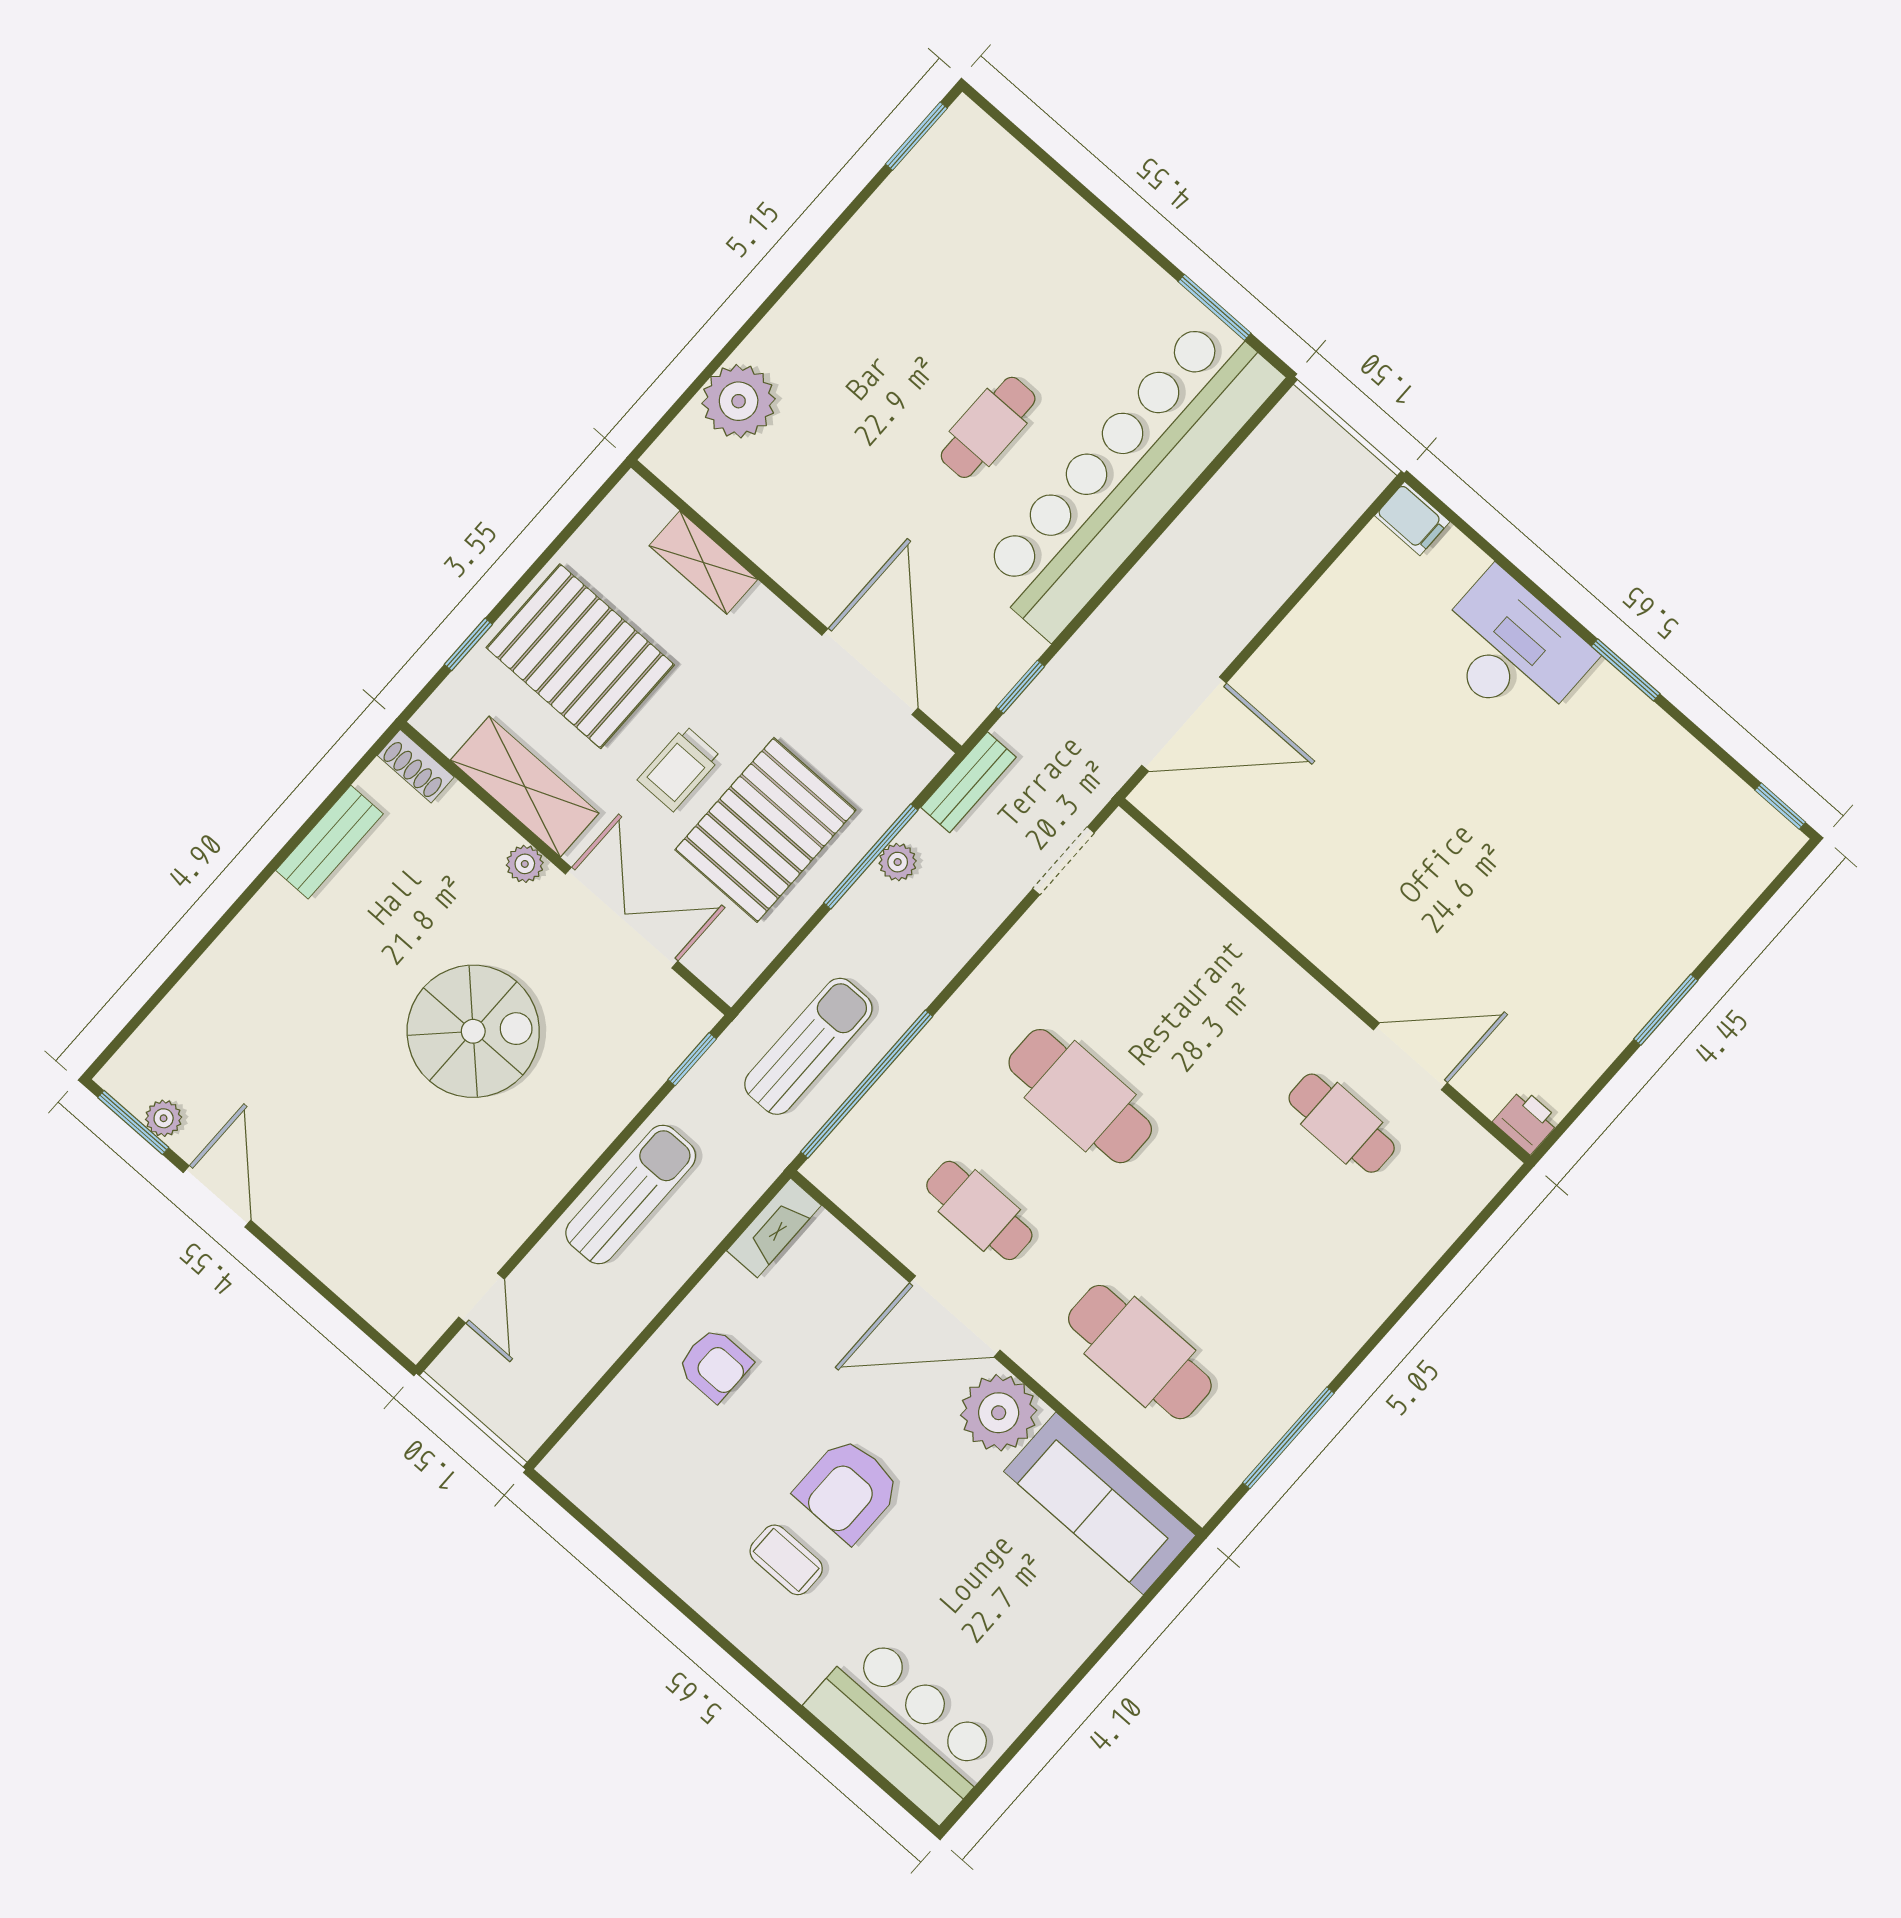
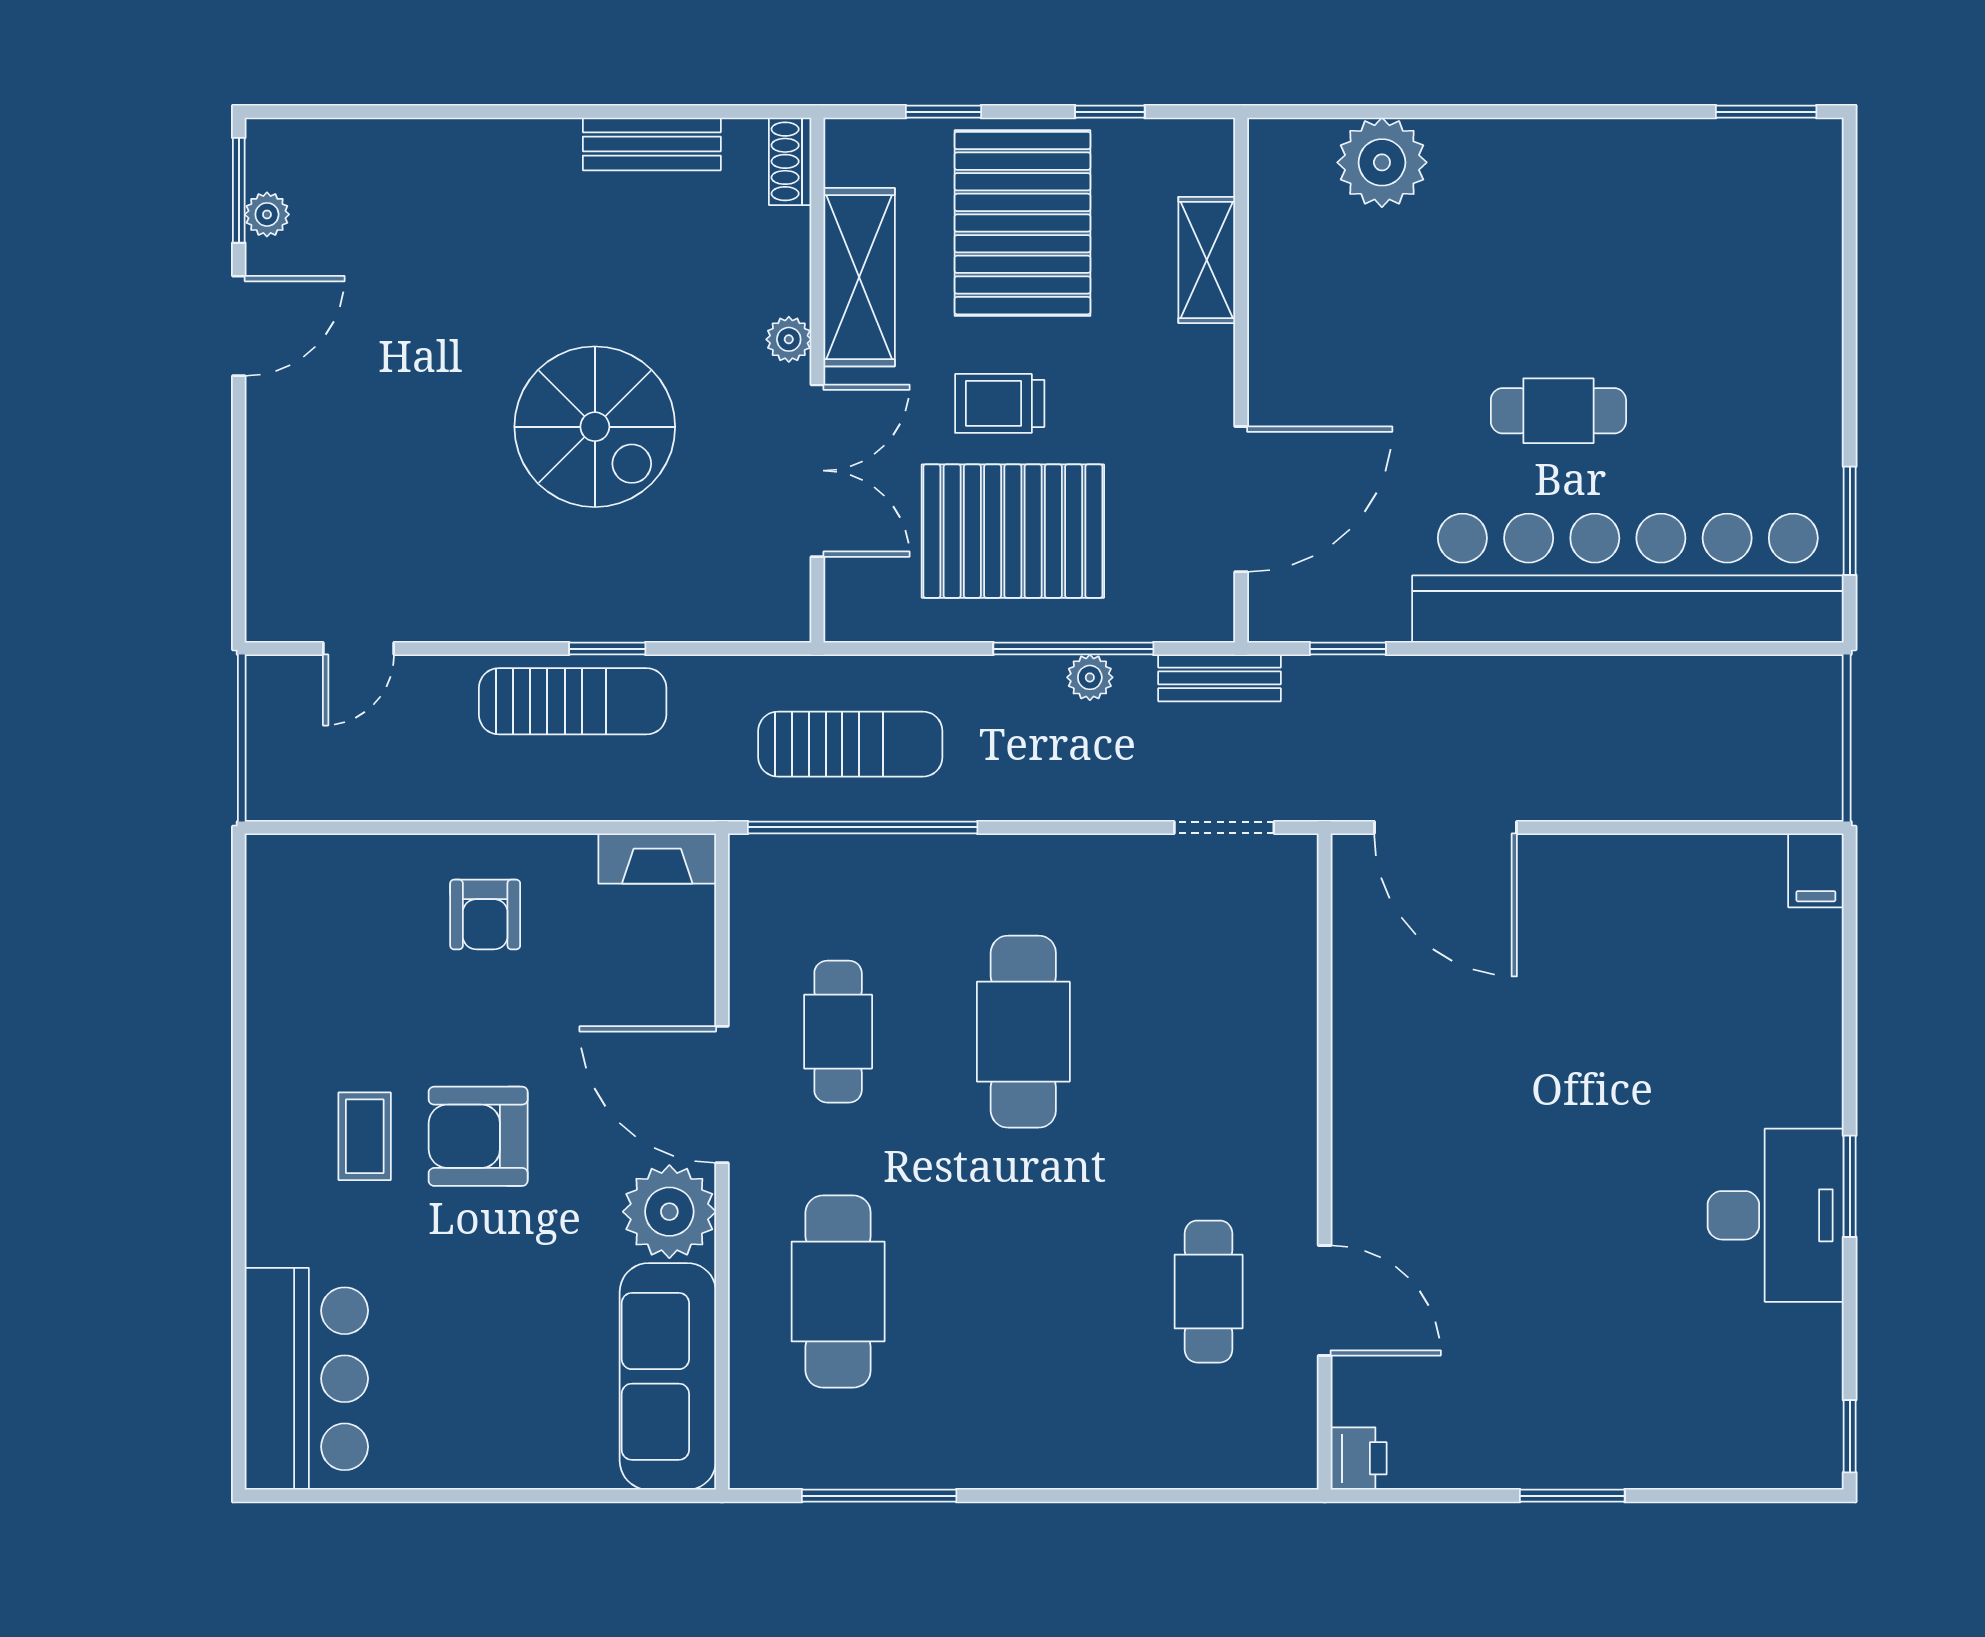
window: (559, 542) -> (1110, 112), added
desk: (1511, 650) -> (1776, 1215), moved
window: (692, 1059) -> (607, 649), moved

